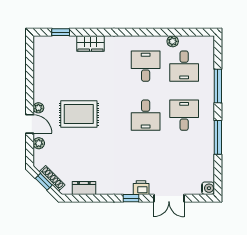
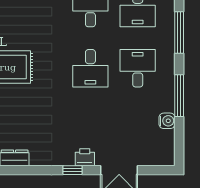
water cooler: (208, 188) -> (167, 121), moved

